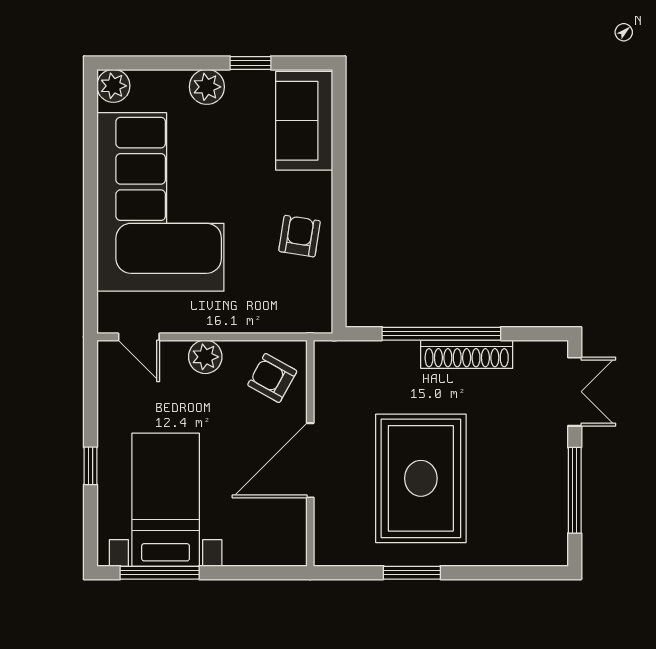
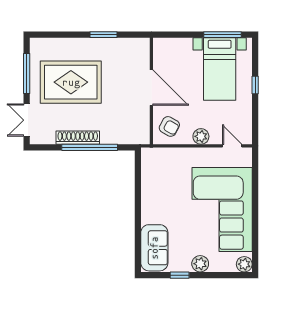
armchair: (300, 236) -> (156, 193), removed
door: (310, 460) -> (151, 88), hinge flipped
rug: (421, 478) -> (71, 82), moved, turned 90

